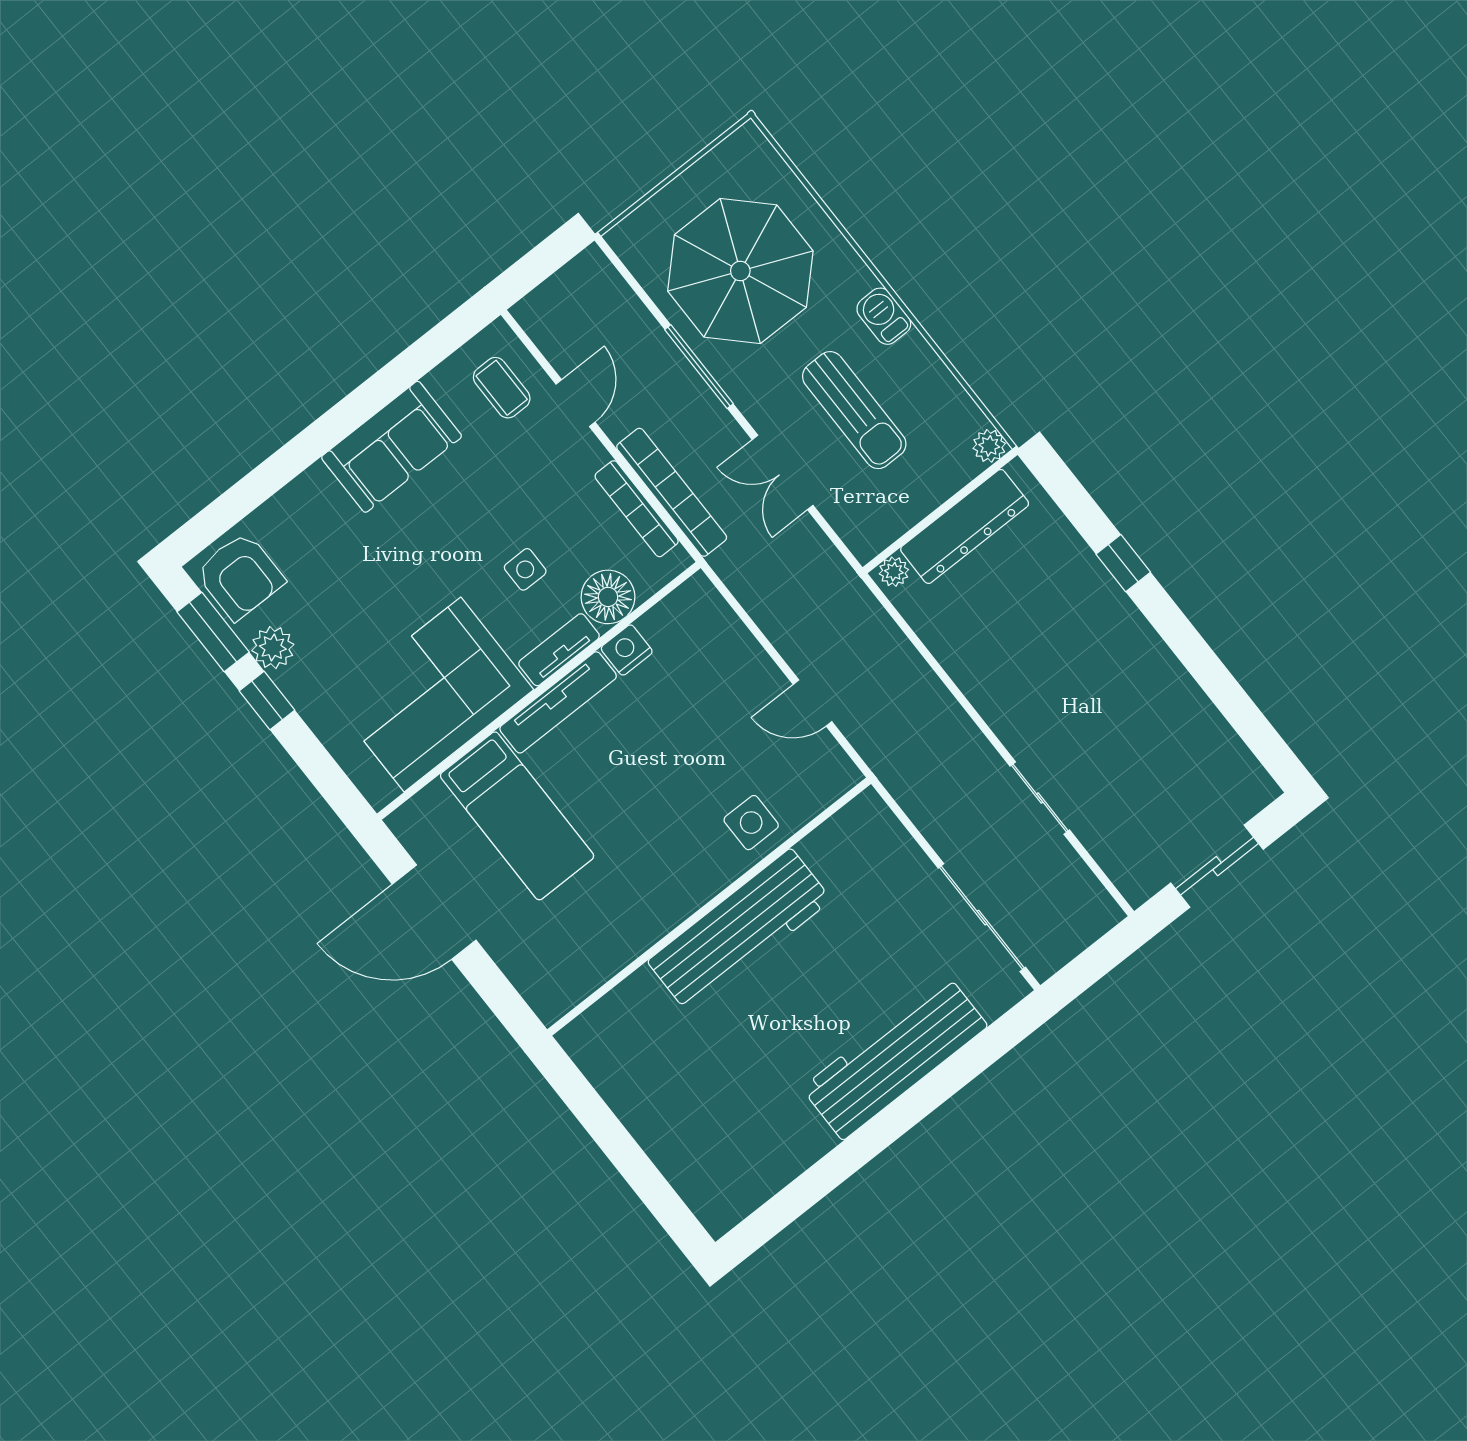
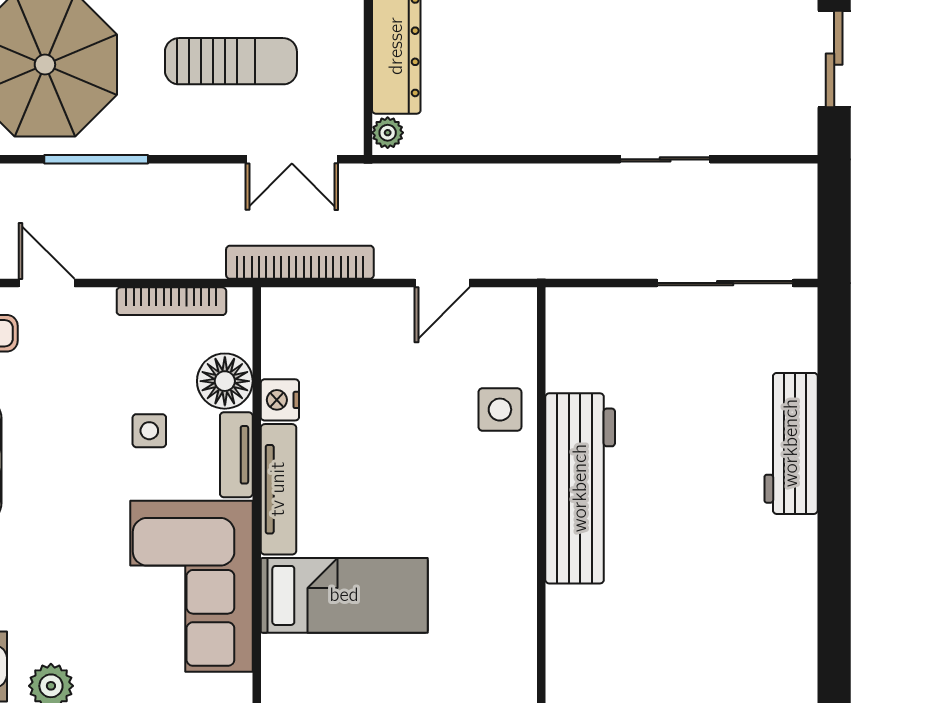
double door: (783, 472) -> (292, 159), moved
bookcase: (672, 492) -> (300, 262), moved
workbench: (895, 1057) -> (791, 443), width x0.73, depth x0.76

